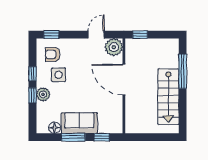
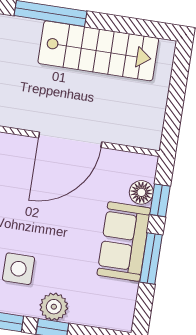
door: (124, 80) -> (70, 140), moved
floor lamp: (55, 128) -> (141, 192), moved

